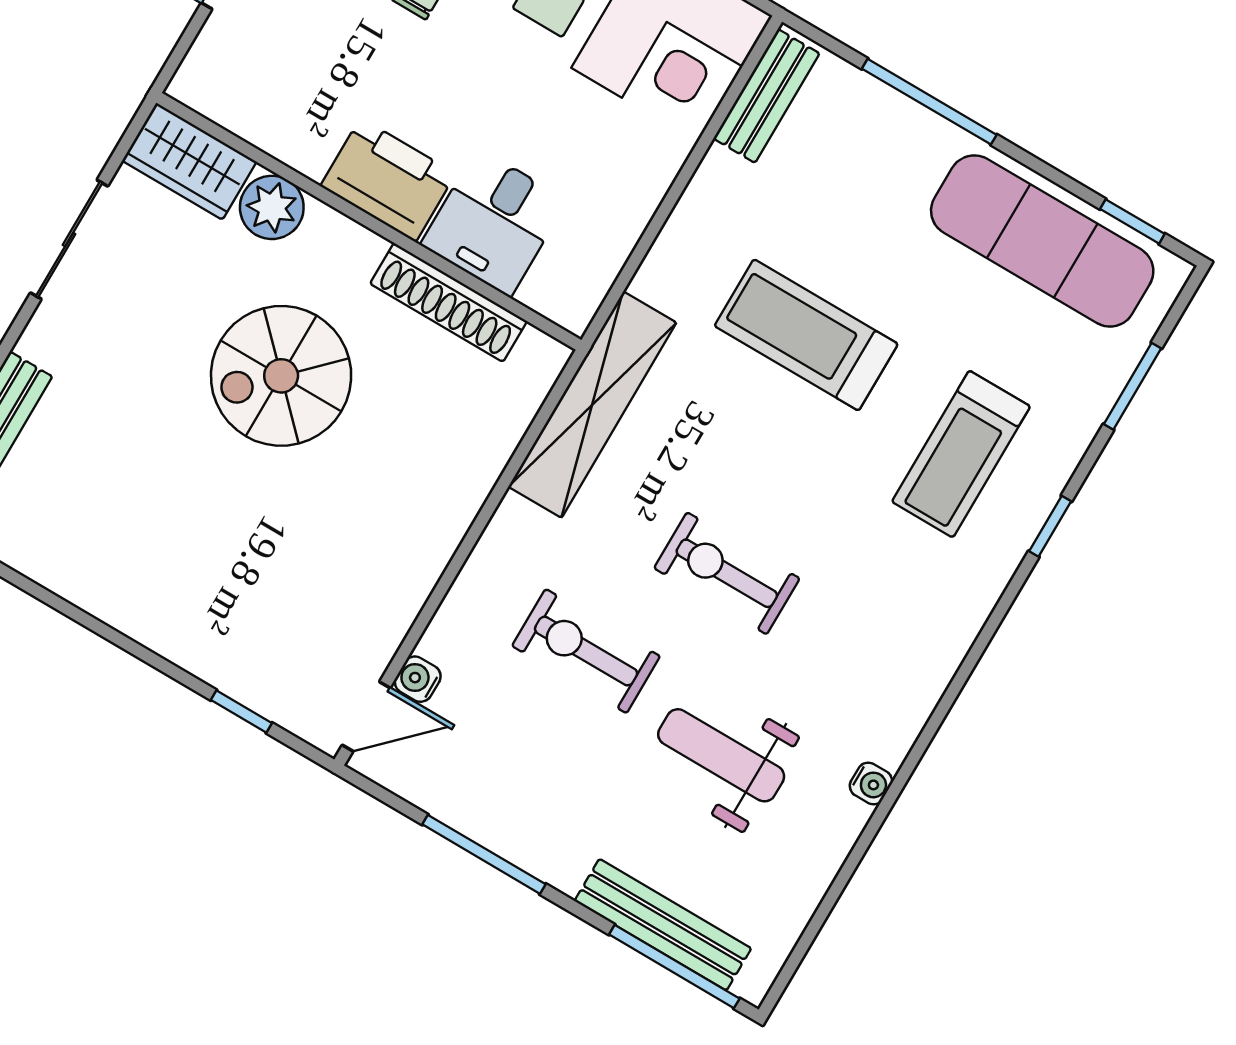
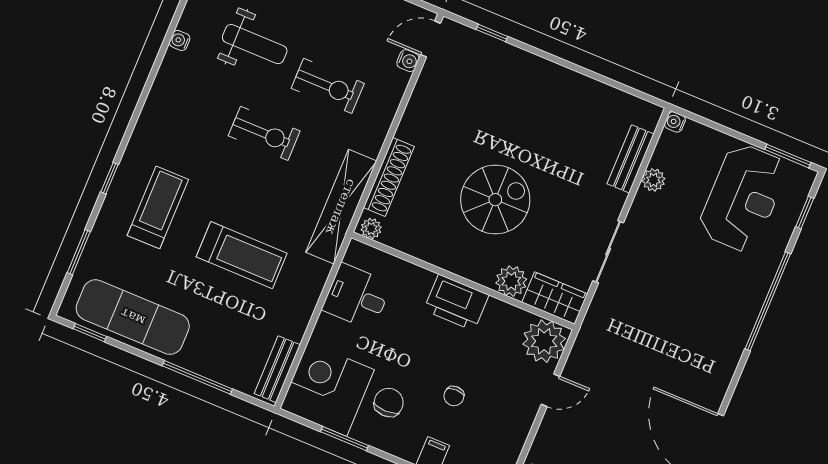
plant: (222, 78) -> (544, 341), added
desk: (494, 222) -> (357, 297), moved, turned -90
shoe rack: (449, 302) -> (389, 177), moved, turned 90
plant: (539, 352) -> (371, 229), added

